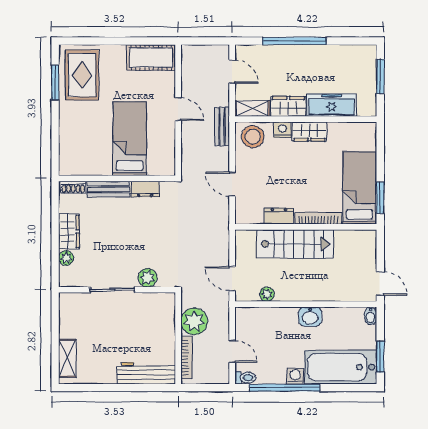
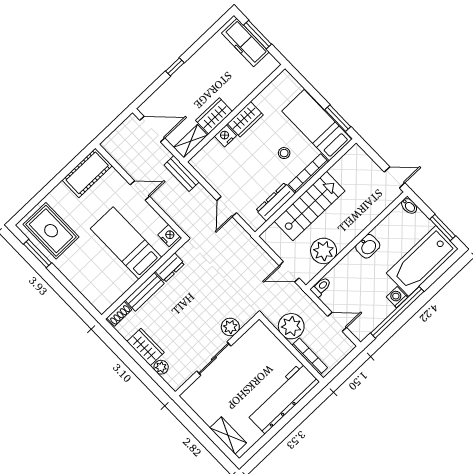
window: (294, 41) -> (175, 67), width x0.32
door: (232, 72) -> (152, 129), width x1.37
freezer: (331, 105) -> (245, 42), moved, turned -90
stool: (253, 137) -> (284, 153), moved, width x0.53, depth x0.53
nightstand: (167, 164) -> (169, 236), added
door: (232, 184) -> (227, 207), hinge flipped
dresser: (279, 216) -> (276, 202), width x1.44
plant: (267, 294) -> (324, 251), width x1.87, depth x1.87
workbench: (146, 373) -> (283, 398), width x1.36, depth x1.32
toilet: (245, 378) -> (321, 287), moved

